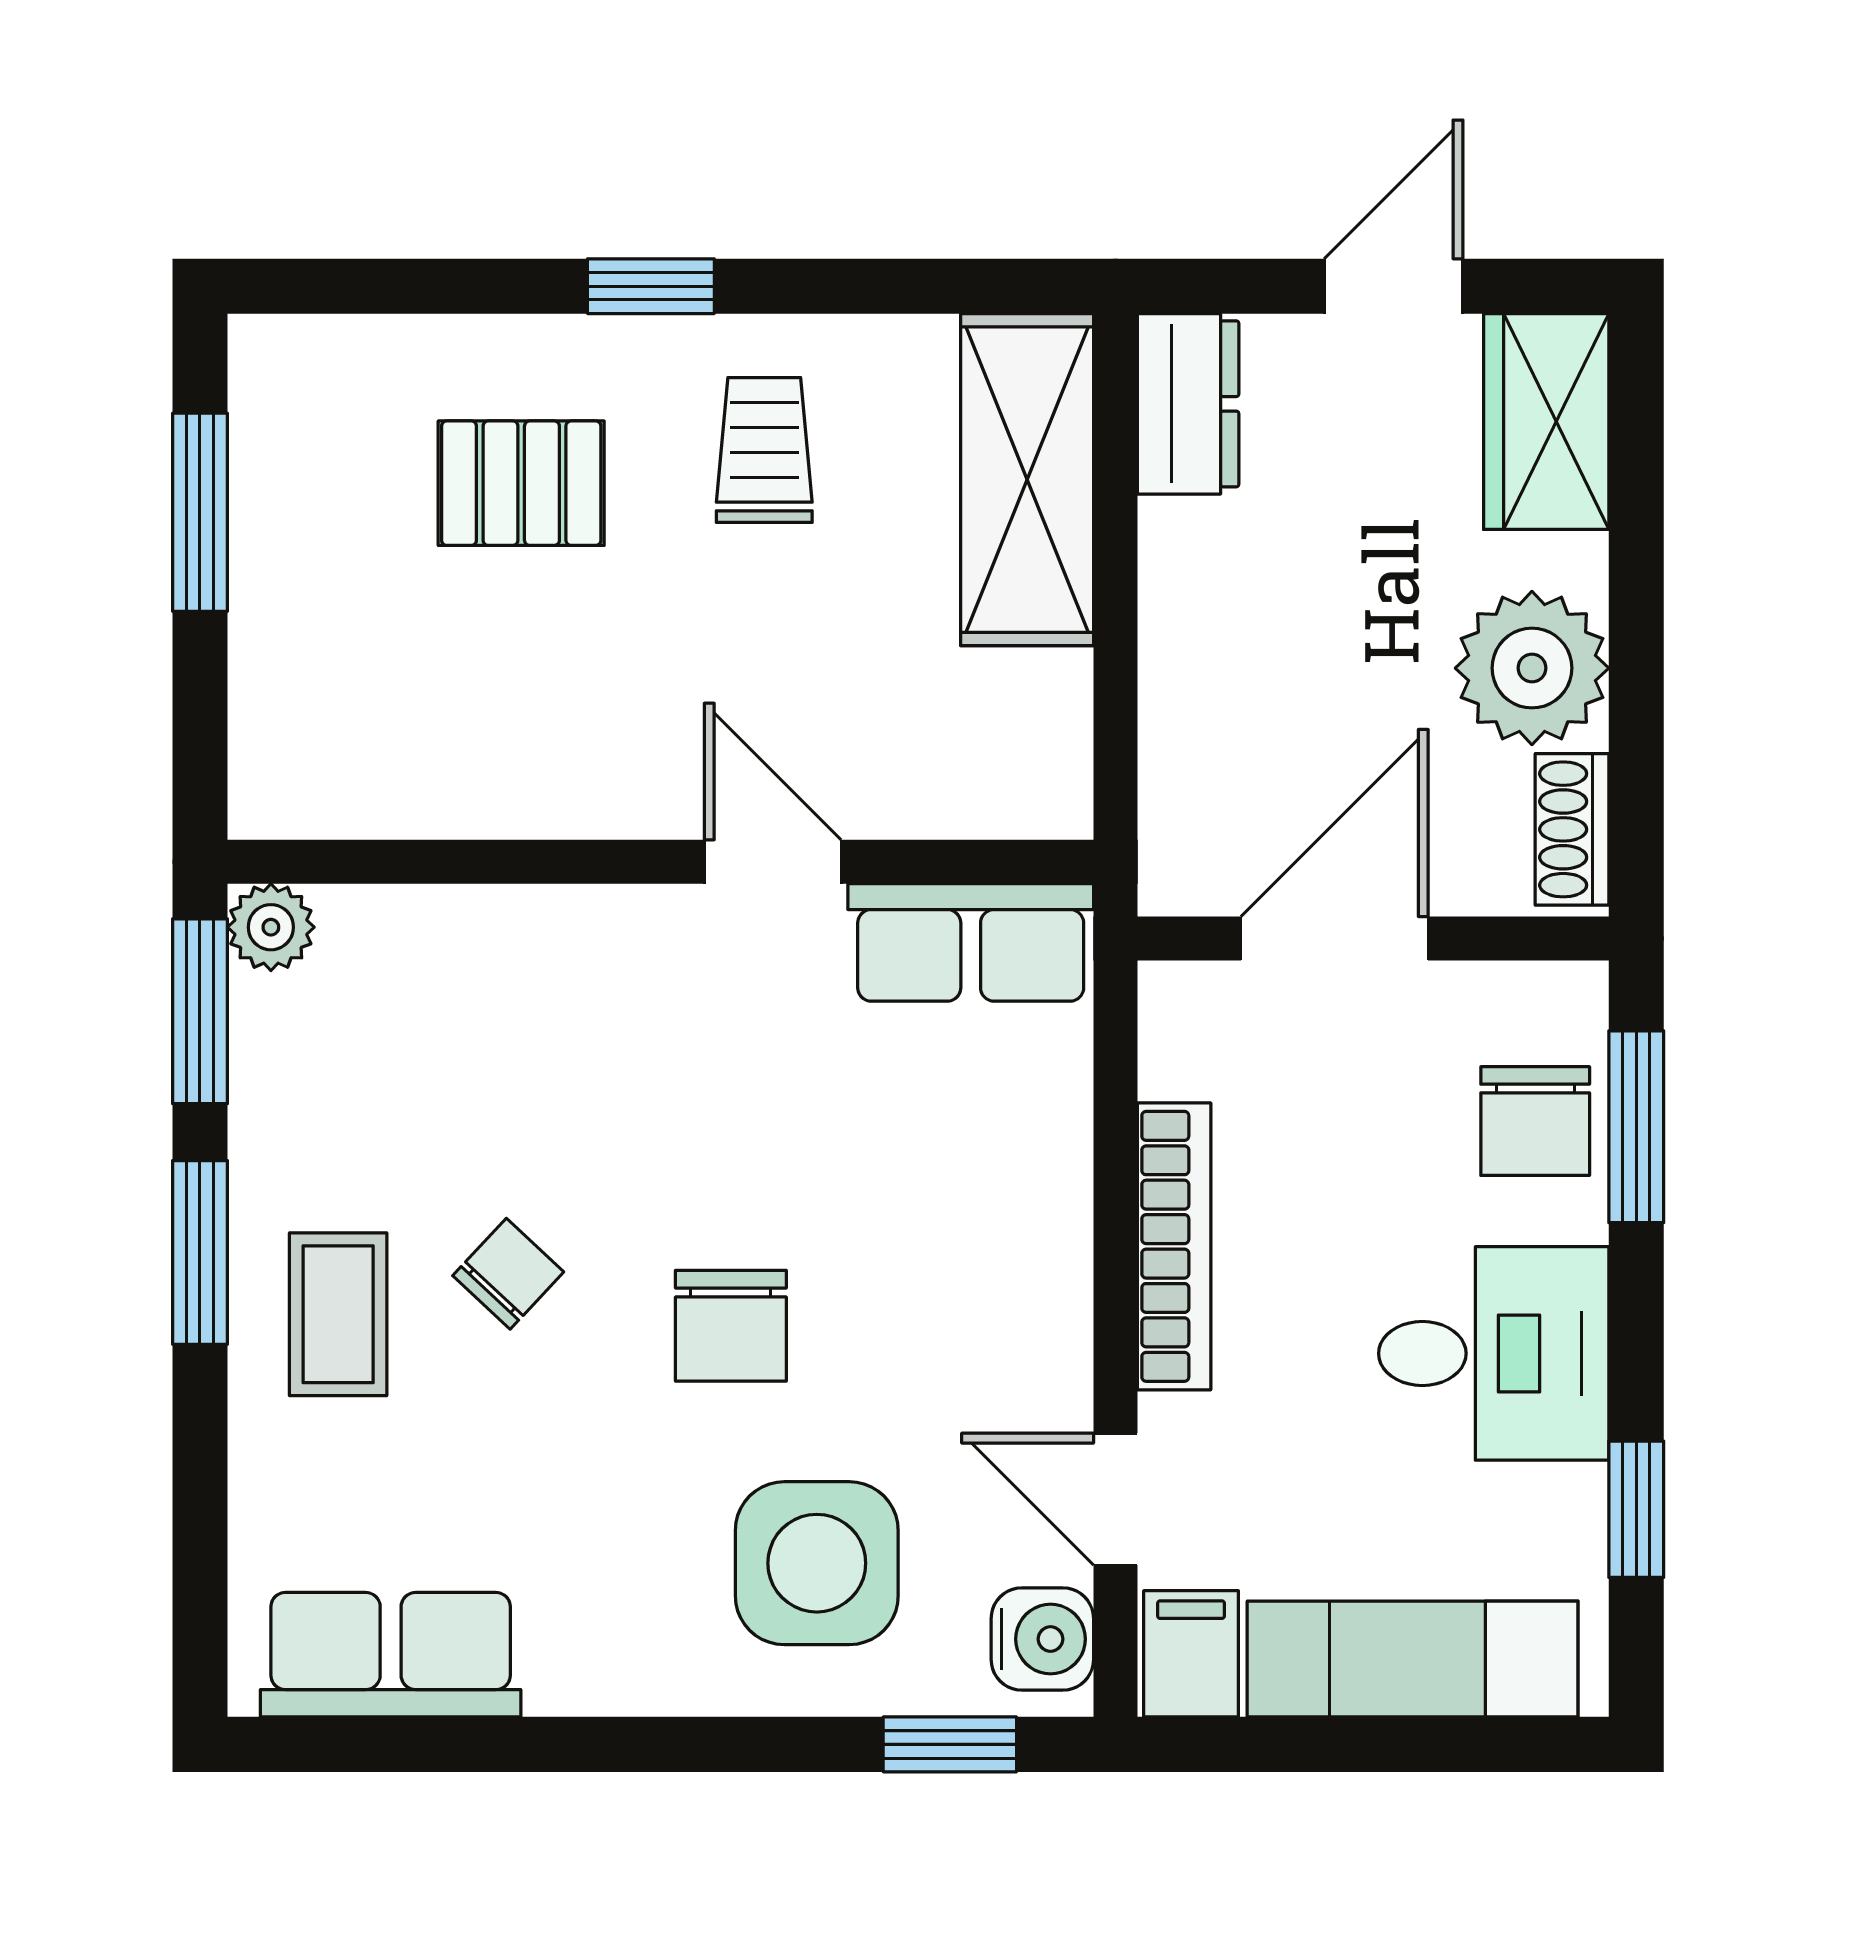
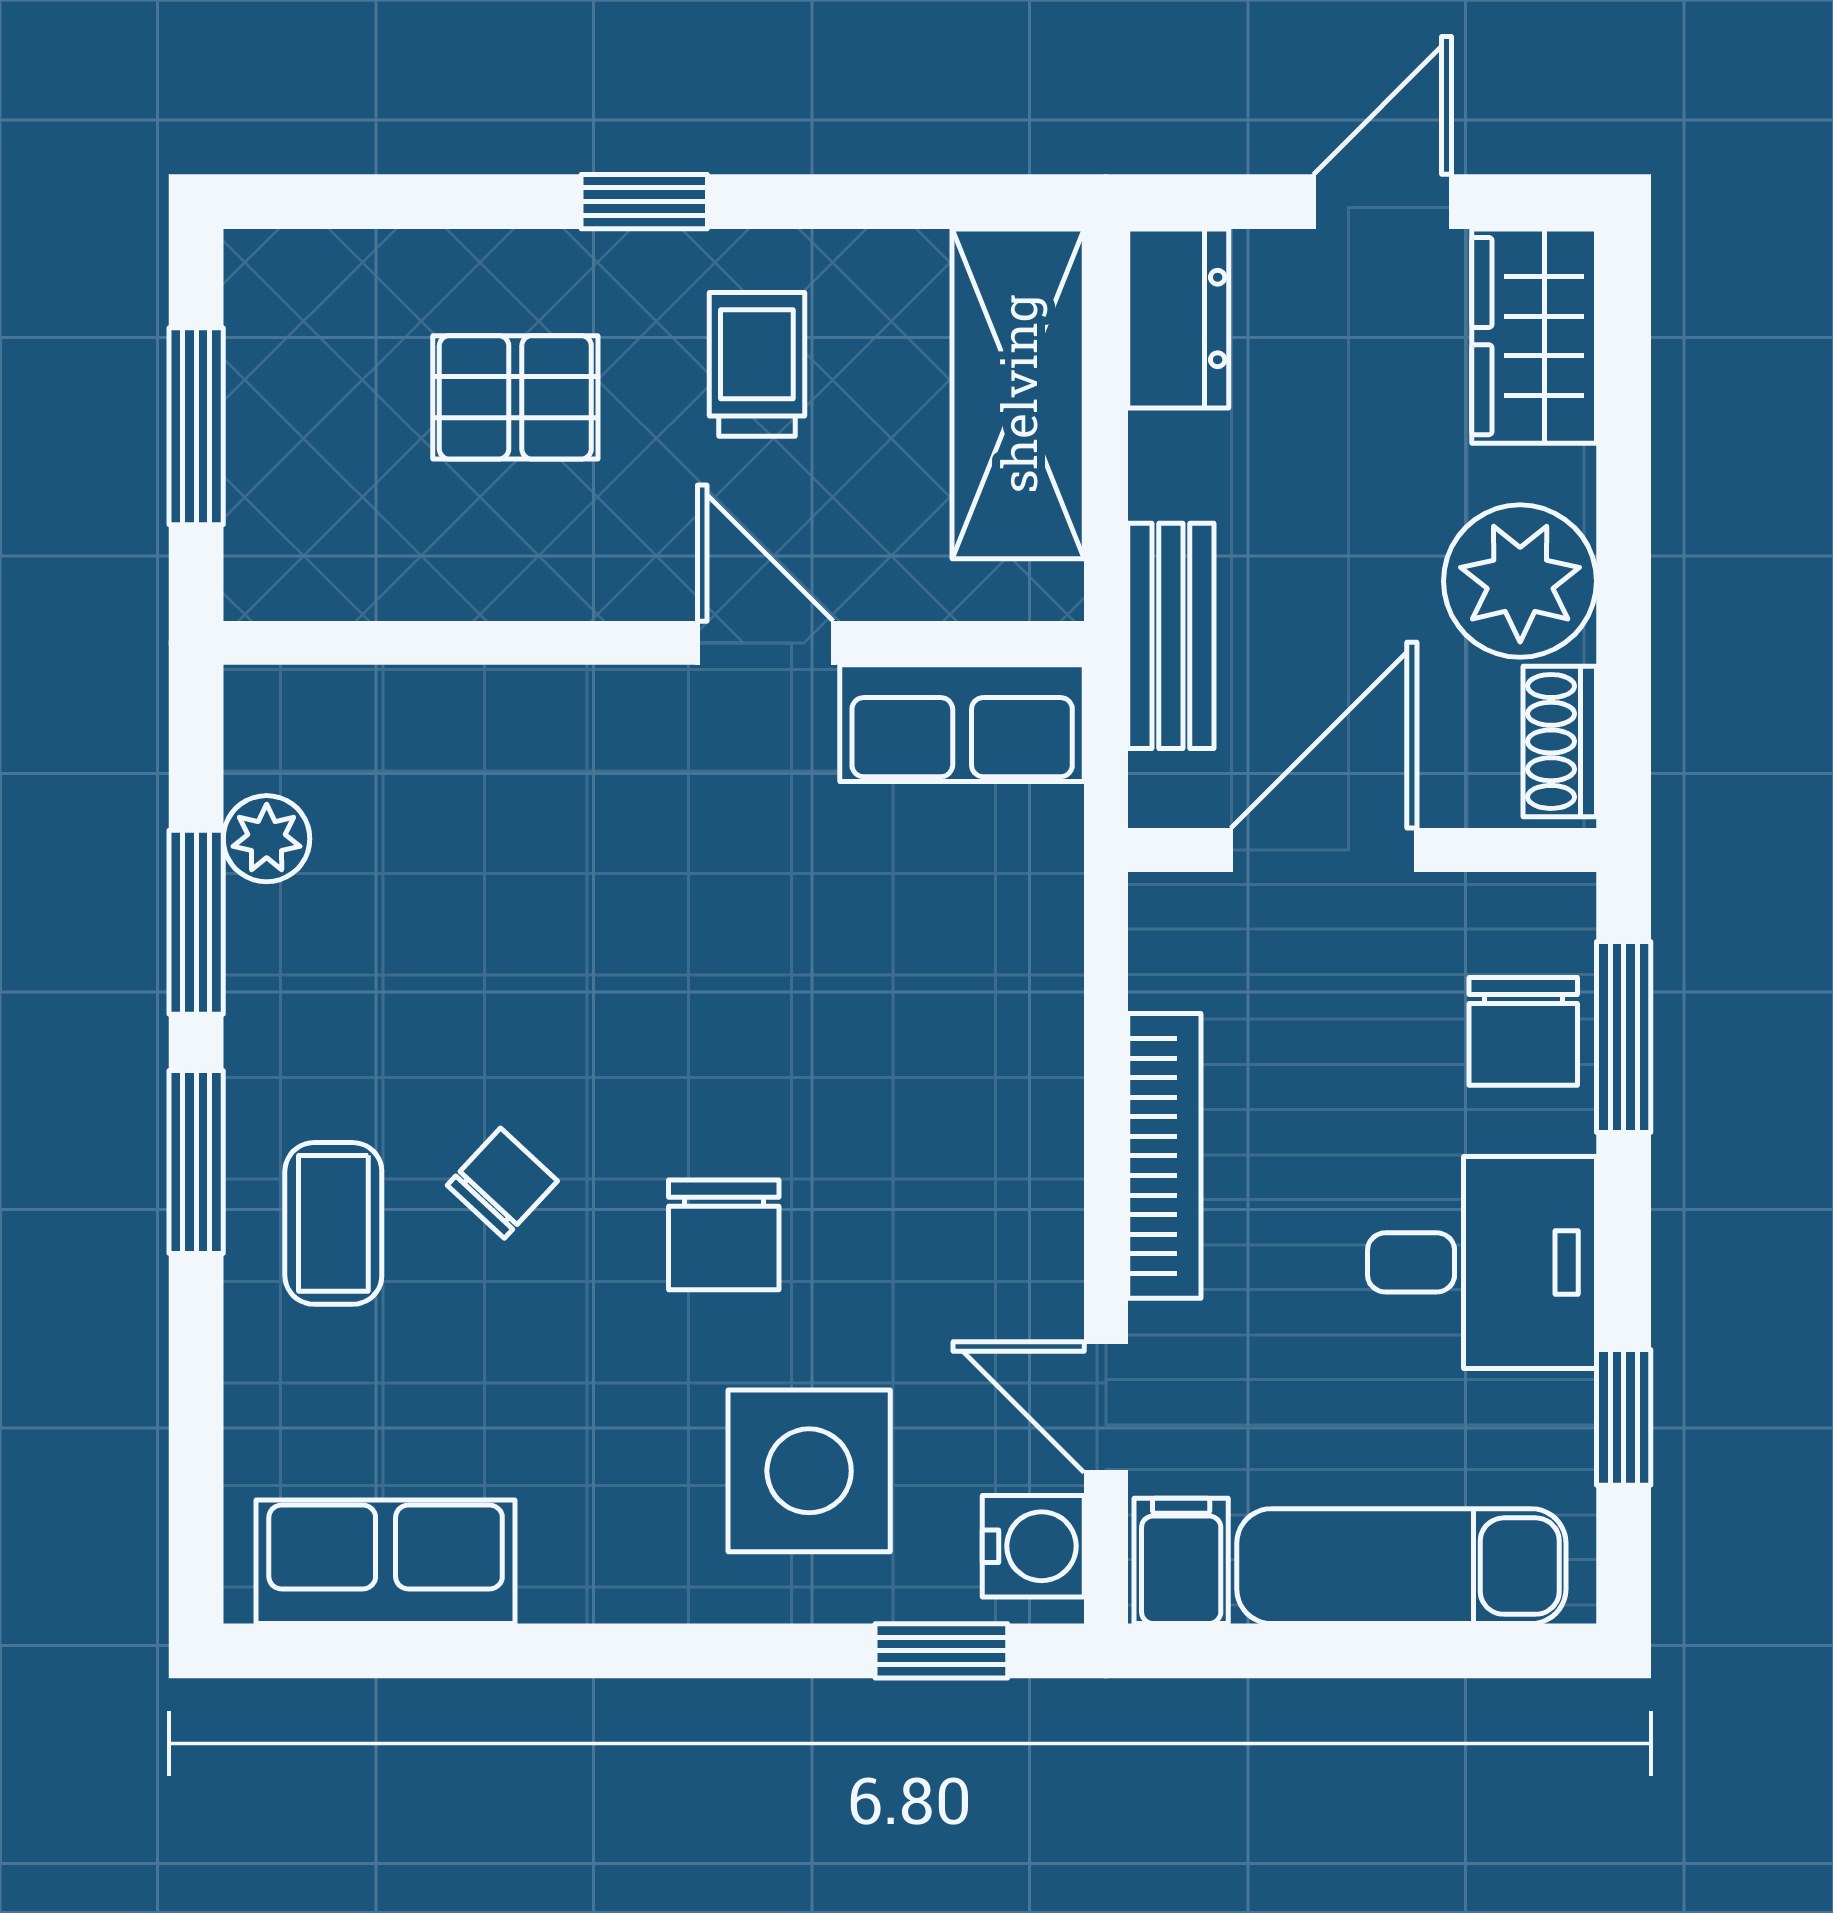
bench: (1181, 723) -> (1171, 636), added
wall: (660, 862) -> (654, 643), moved
door: (773, 862) -> (765, 643), moved
row of seats: (971, 942) -> (962, 723), moved

